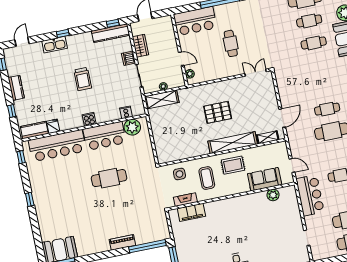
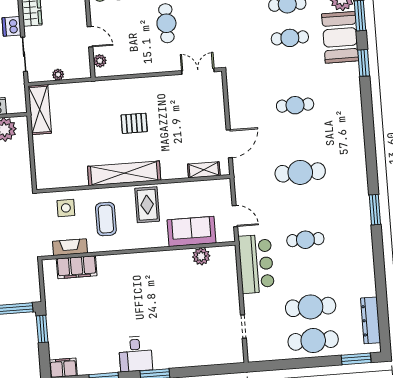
shelving: (162, 99) -> (40, 110), moved, turned 90
cafe table: (327, 109) -> (295, 105), moved
pallet: (218, 112) -> (134, 123), width x0.67, depth x0.71
shelving: (233, 143) -> (124, 173), moved
rug: (233, 165) -> (147, 205), turned 90

